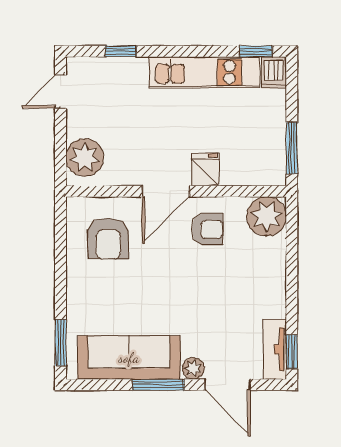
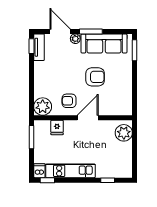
door: (61, 91) -> (135, 162), removed
fridge: (205, 169) -> (57, 127), moved
armchair: (108, 239) -> (95, 77), moved, turned 90

